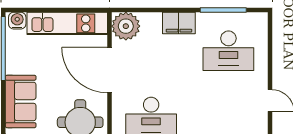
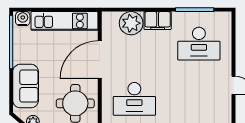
plant: (126, 26) -> (131, 23), moved
door: (110, 70) -> (100, 60), hinge flipped

